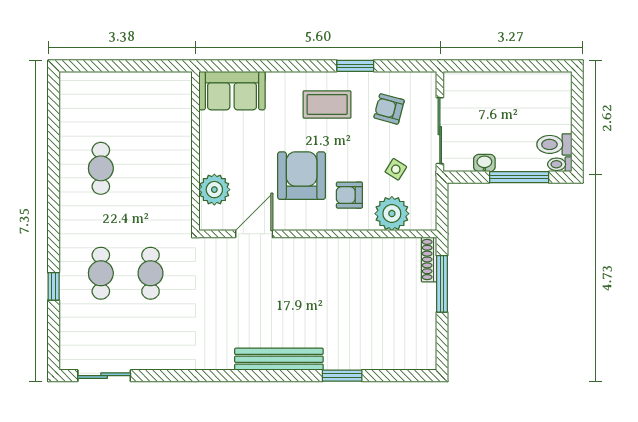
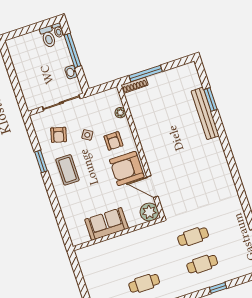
sofa: (232, 91) -> (107, 224), moved, turned -90
side table: (396, 169) -> (87, 135), moved
armchair: (302, 176) -> (127, 168), moved
plant: (214, 190) -> (149, 212), moved
plant: (392, 214) -> (120, 113), width x0.53, depth x0.53
bench: (279, 359) -> (205, 113), moved
window: (342, 376) -> (211, 100), moved

